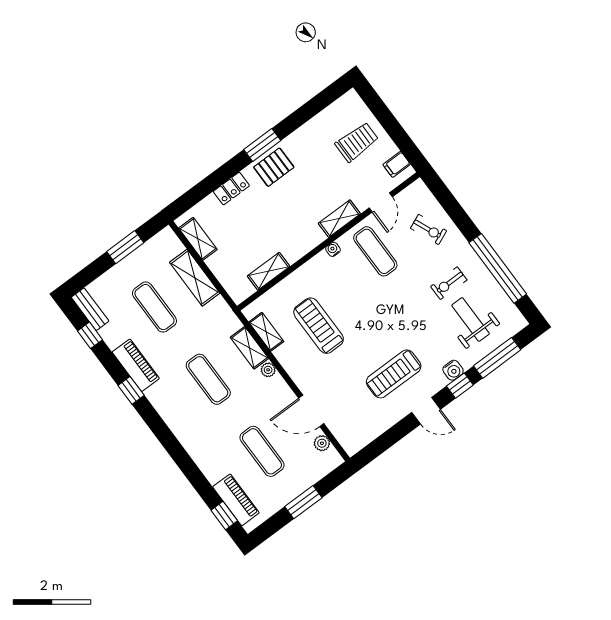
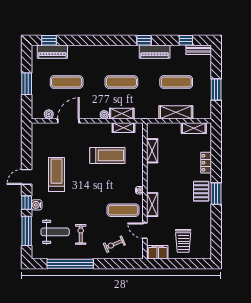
filing cabinet: (397, 164) -> (158, 252), width x2.00

